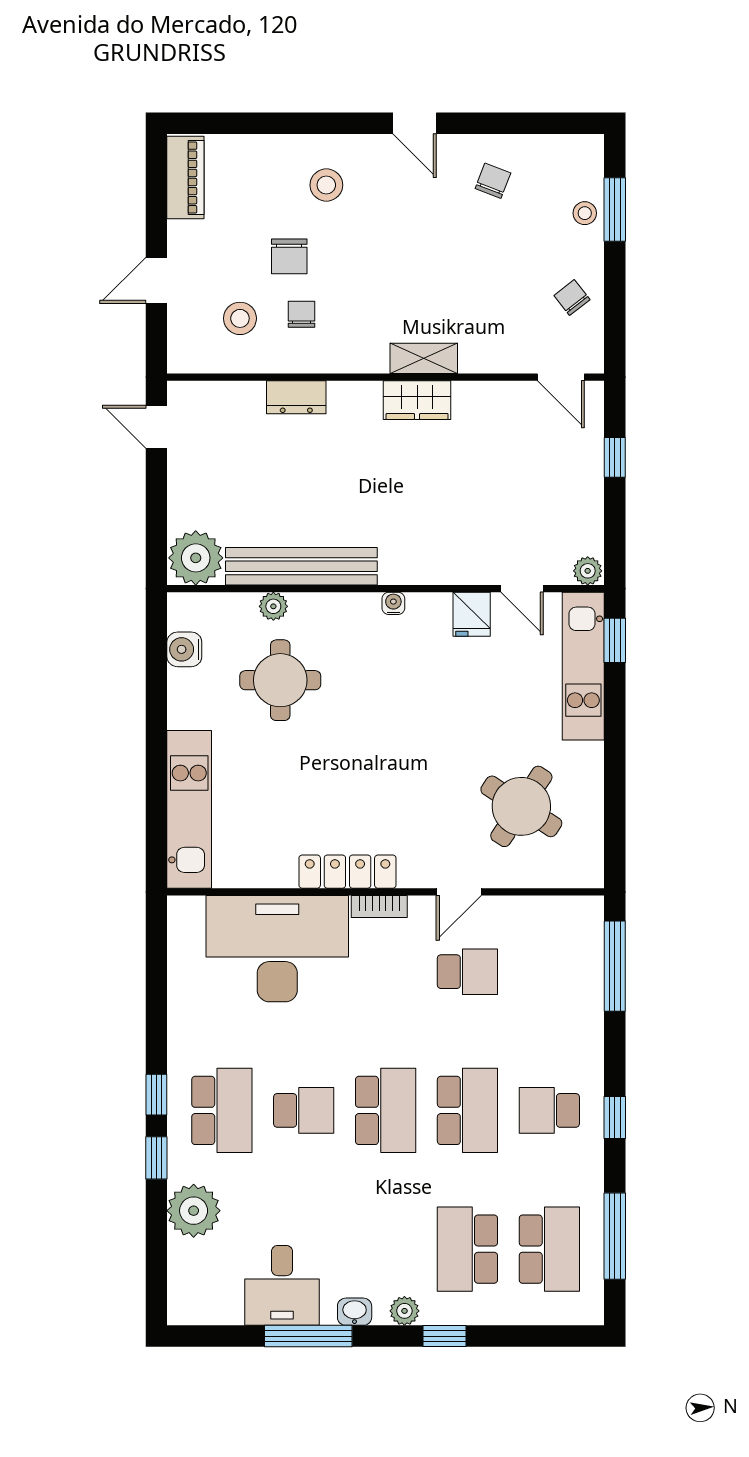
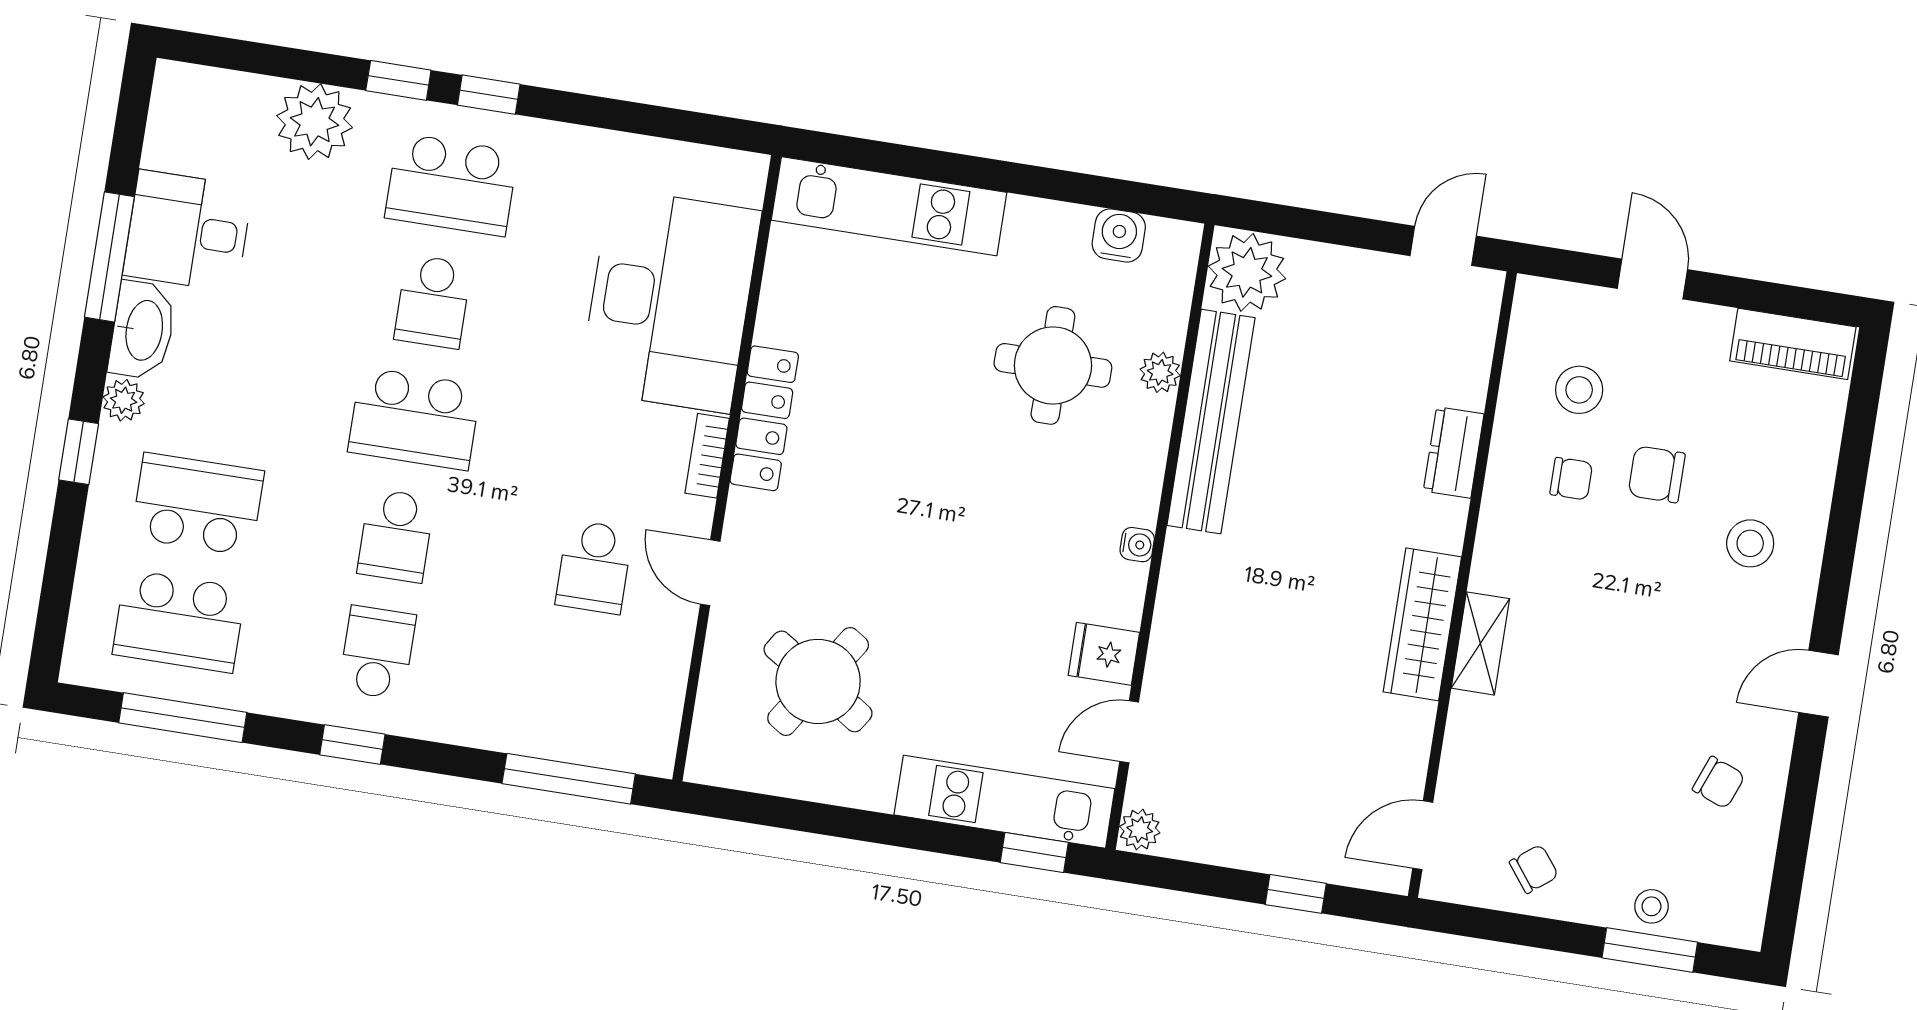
wardrobe: (417, 400) -> (1422, 624), width x1.50
school desk: (467, 1110) -> (396, 536), width x0.54
washbasin: (355, 1312) -> (143, 330), width x1.91, depth x1.45

